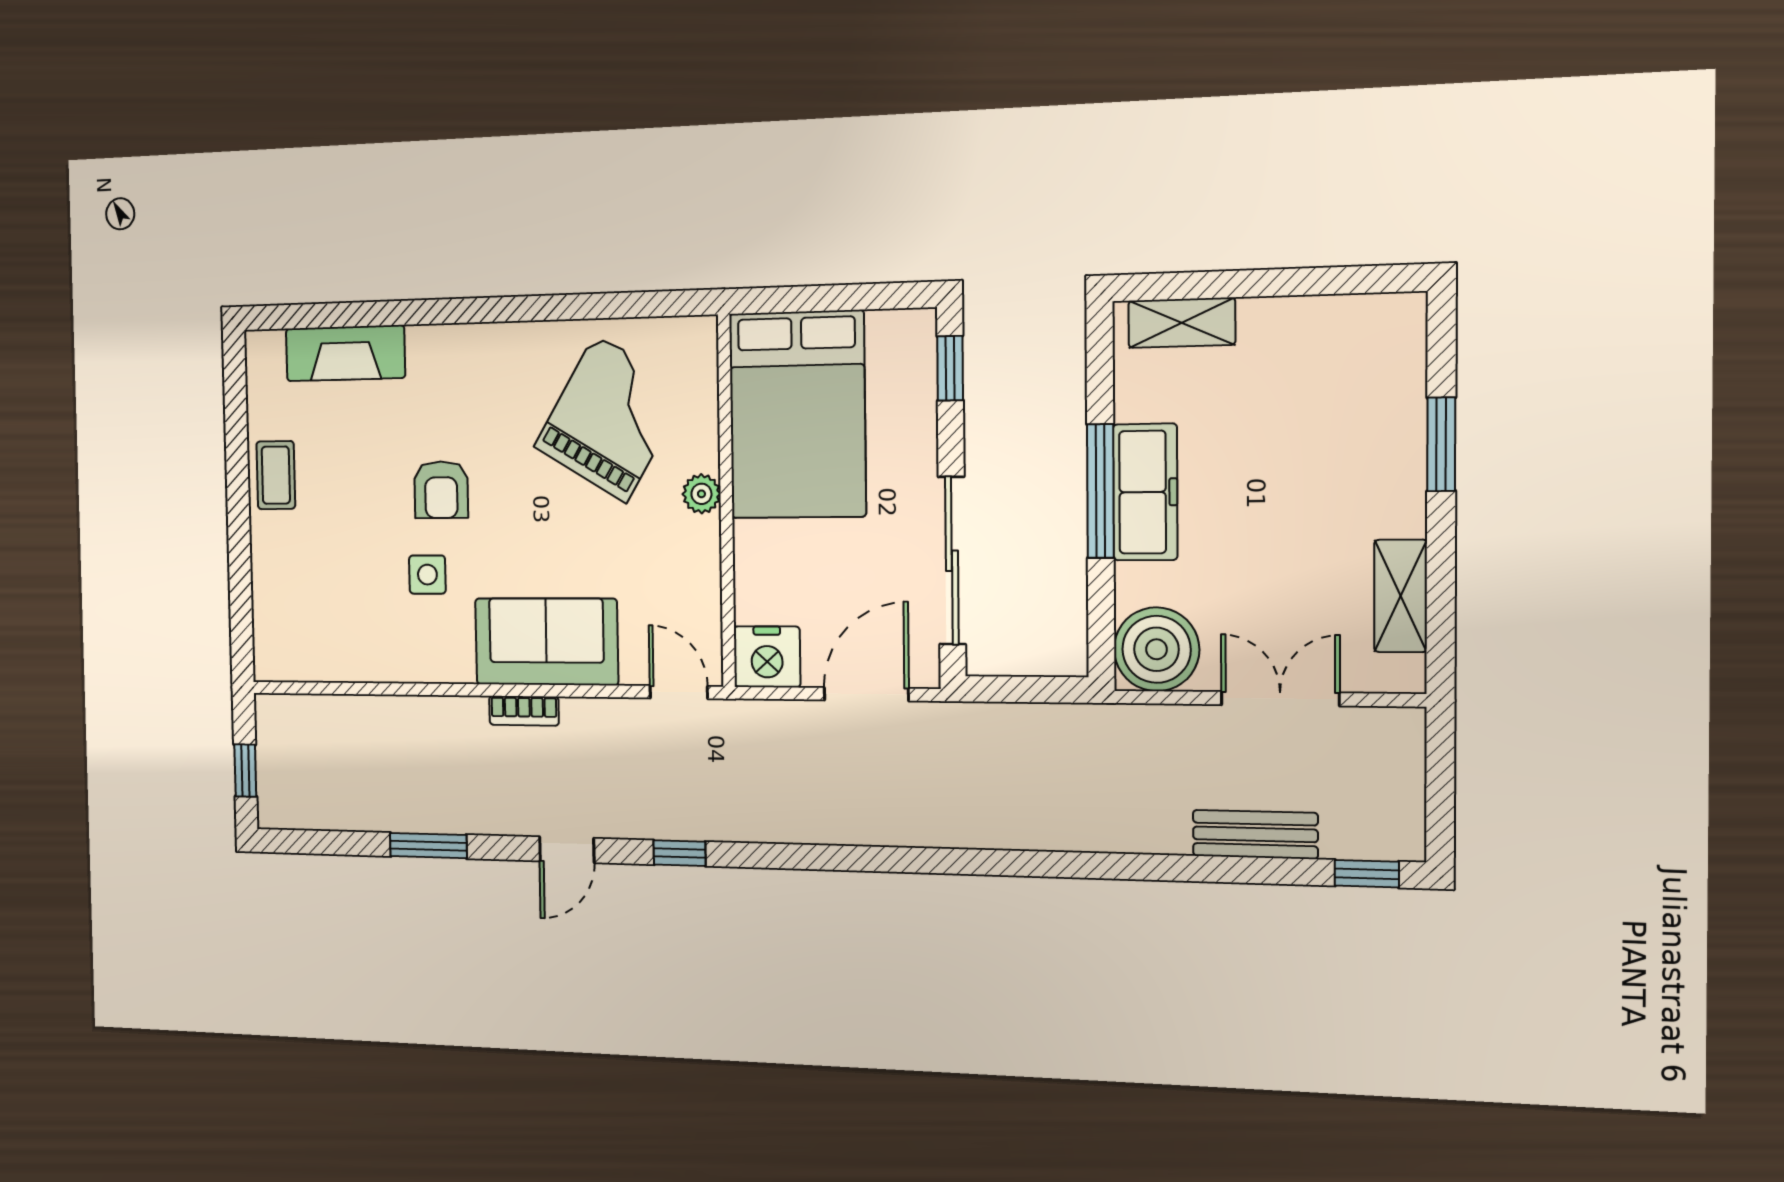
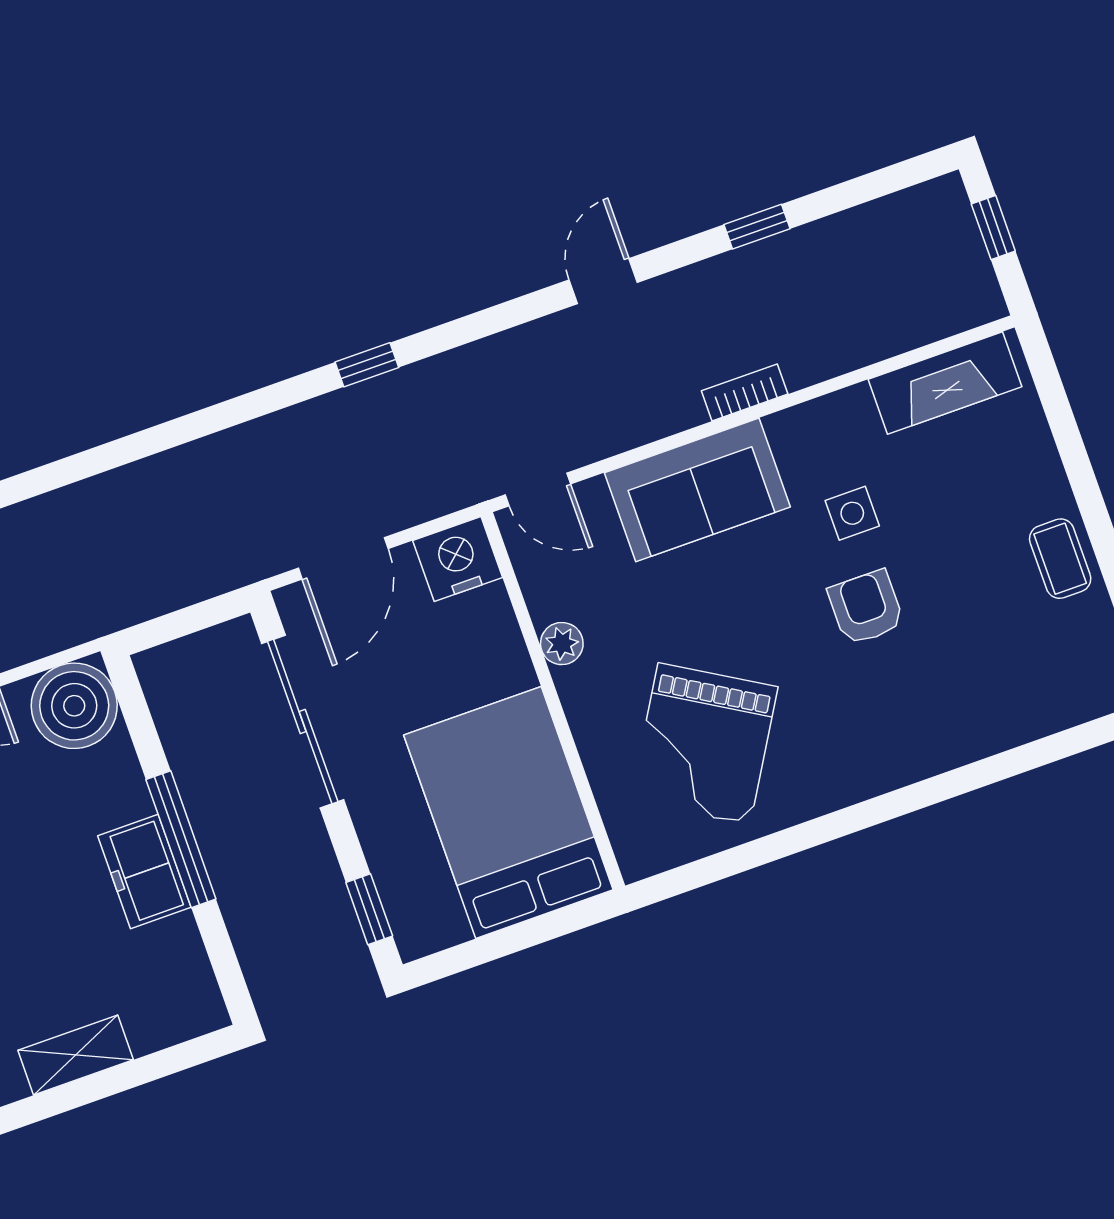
shelving: (1182, 323) -> (76, 1055), moved
fireplace: (345, 353) -> (945, 383), moved, turned 180
freezer: (1145, 492) -> (144, 872), width x0.71
plant: (701, 494) -> (562, 644), moved
bookcase: (524, 711) -> (745, 392), moved
window: (428, 846) -> (757, 227), width x0.67
window: (679, 853) -> (367, 365), moved

